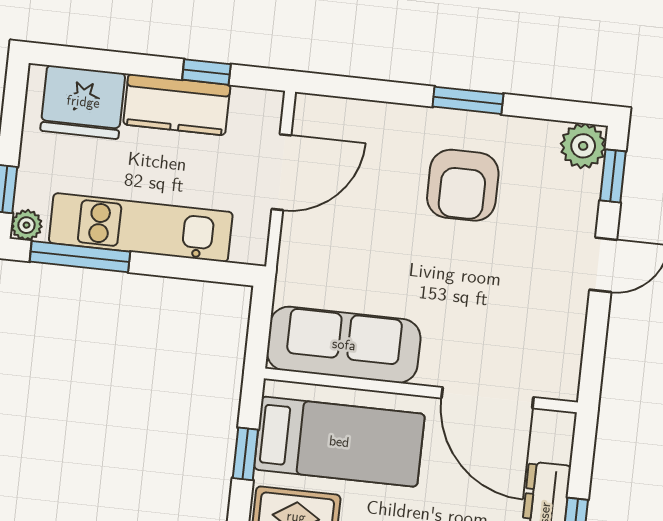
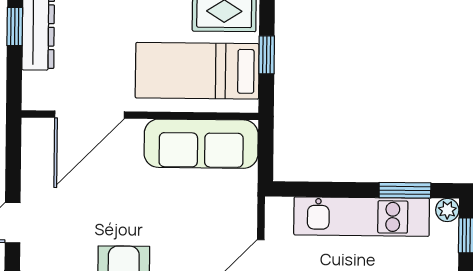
window: (80, 257) -> (405, 190), width x0.69
door: (487, 398) -> (90, 115), swing flipped

